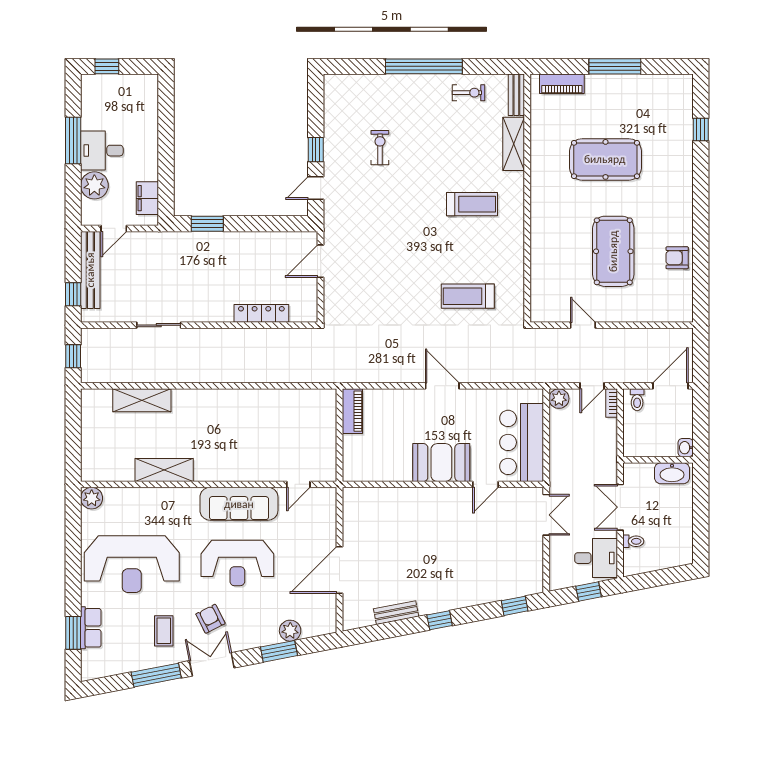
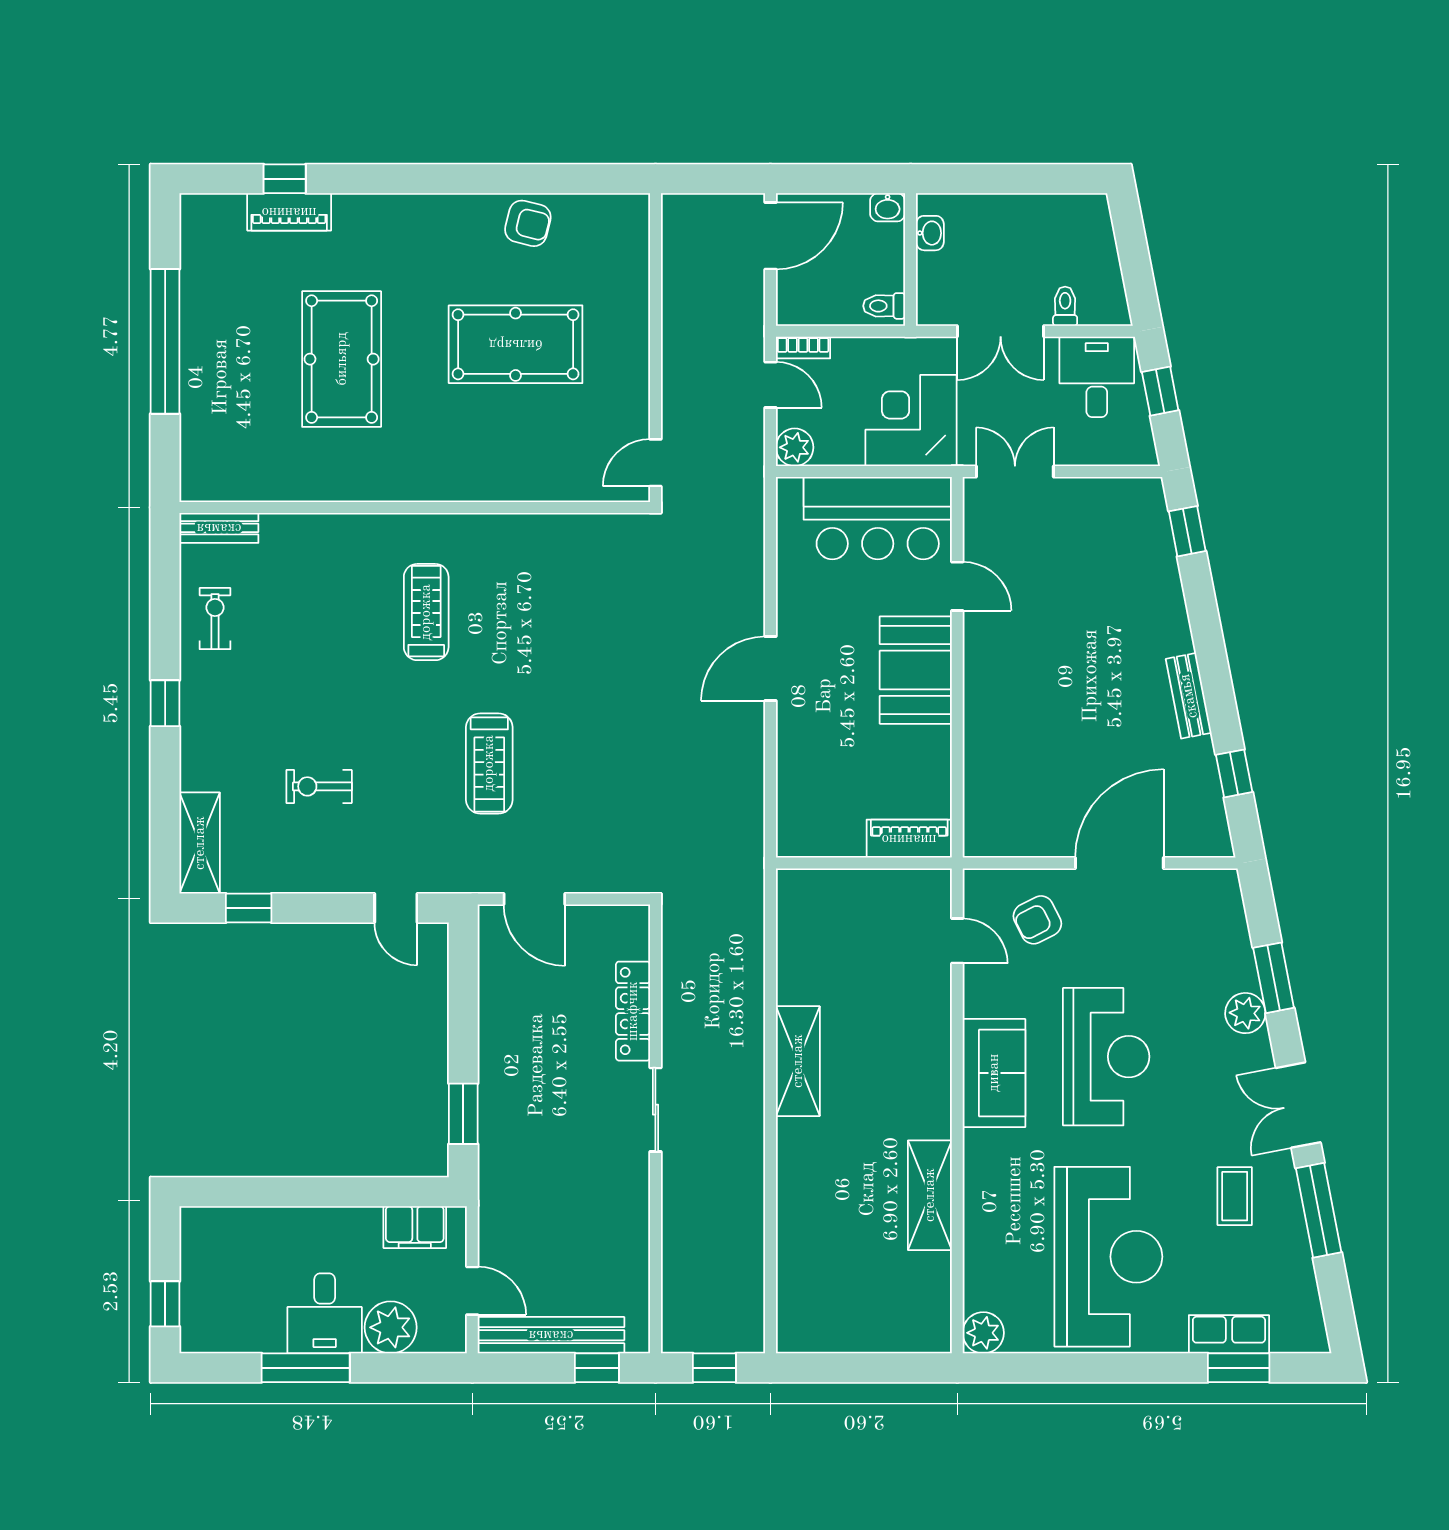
window: (424, 66) -> (165, 703), width x0.32
window: (615, 66) -> (165, 341), width x1.46
piano: (562, 84) -> (289, 212), moved, turned 90
shelving: (514, 144) -> (200, 843), moved, turned 90
window: (316, 150) -> (249, 908), moved
armchair: (677, 258) -> (528, 223), turned -76
treadmill: (468, 296) -> (489, 763), moved
sliding door: (159, 325) -> (655, 1110), moved
door: (583, 325) -> (655, 463), moved
door: (671, 386) -> (770, 236), swing flipped
shelving: (142, 400) -> (798, 1061), moved
toilet: (637, 400) -> (884, 306), moved, turned 180
piano: (352, 411) -> (909, 839), moved
corner desk: (573, 460) -> (911, 420), added
washbasin: (672, 473) -> (930, 233), width x0.52, depth x0.69
sofa: (239, 504) -> (994, 1073), width x0.73
door: (339, 570) -> (1119, 863), swing flipped
bench: (396, 613) -> (1189, 696), moved
armchair: (210, 619) -> (1037, 920), moved
window: (440, 620) -> (1234, 773), moved
coffee table: (164, 631) -> (1235, 1196), turned 90
plant: (290, 631) -> (1245, 1013), moved

